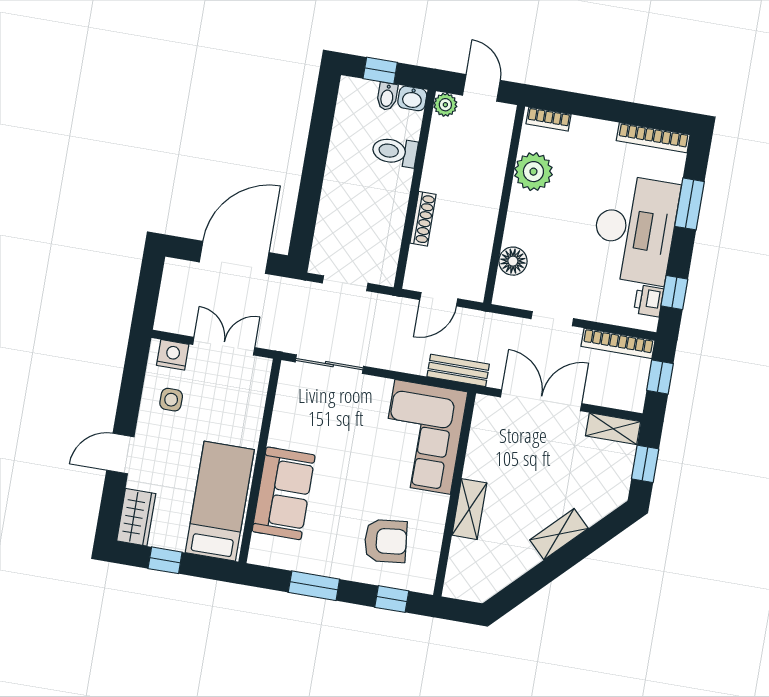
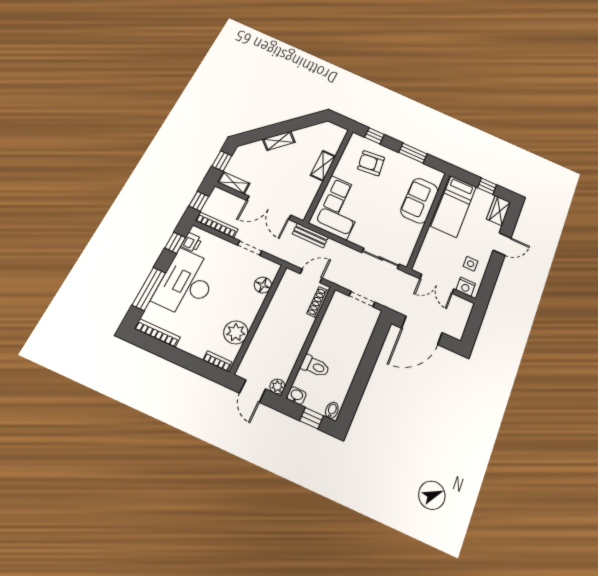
bidet: (387, 96) -> (332, 410), moved
window: (690, 204) -> (149, 289), width x1.44
shoe rack: (423, 219) -> (318, 302), moved

